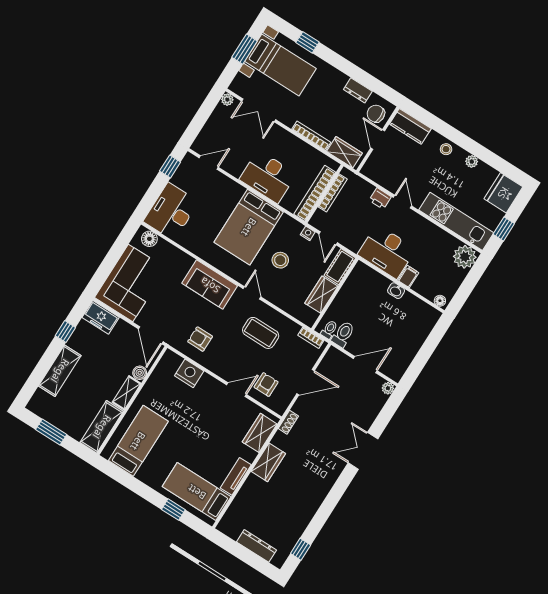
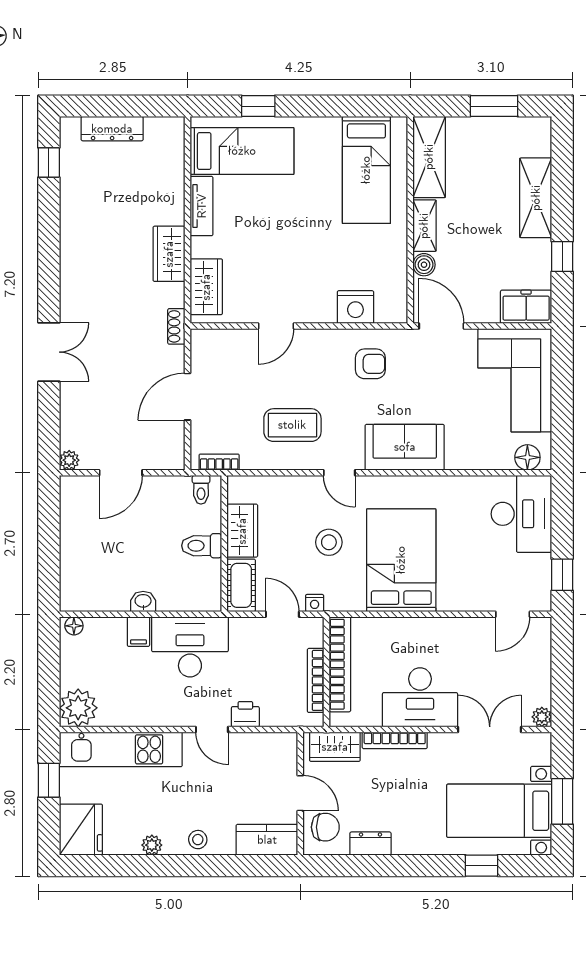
desk: (268, 177) -> (420, 697), moved, turned 180
toilet: (343, 334) -> (202, 546), moved, turned 90
armchair: (266, 385) -> (240, 359), removed

